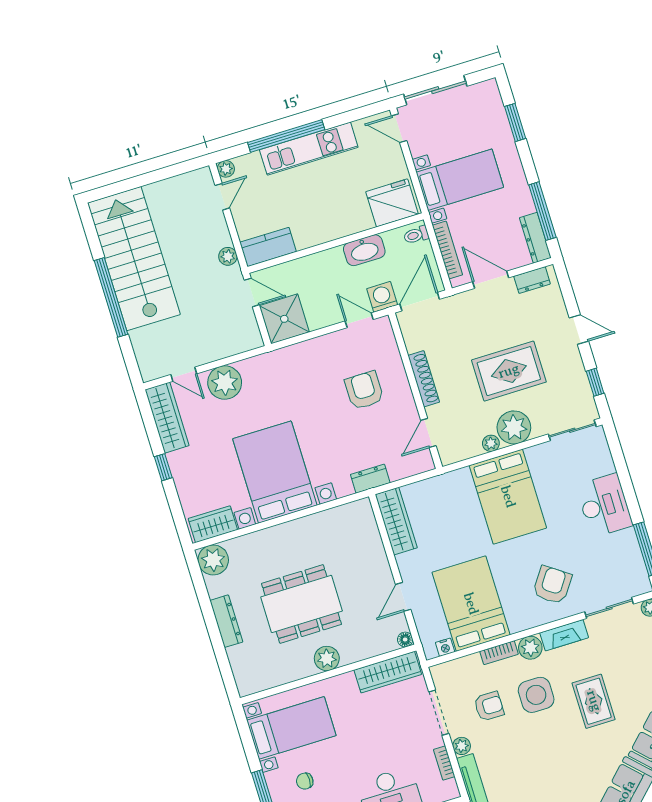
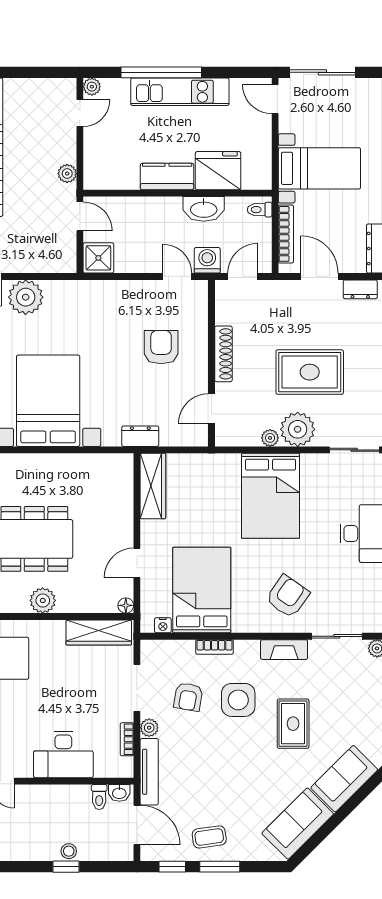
fridge: (392, 203) -> (218, 171), moved
kitchen counter: (268, 247) -> (167, 177), moved
door: (420, 302) -> (243, 276), width x0.73
shower: (284, 319) -> (98, 258), width x0.73, depth x0.73
plant: (530, 648) -> (247, 652), removed
armchair: (489, 706) -> (188, 697), turned 100

